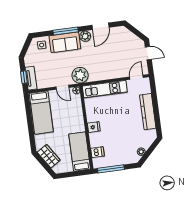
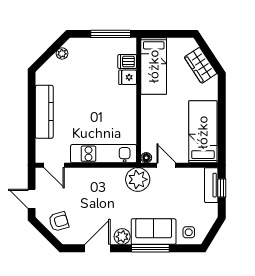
armchair: (128, 41) -> (59, 222), added
door: (136, 77) -> (54, 165), hinge flipped
fridge: (94, 127) -> (128, 77), moved

